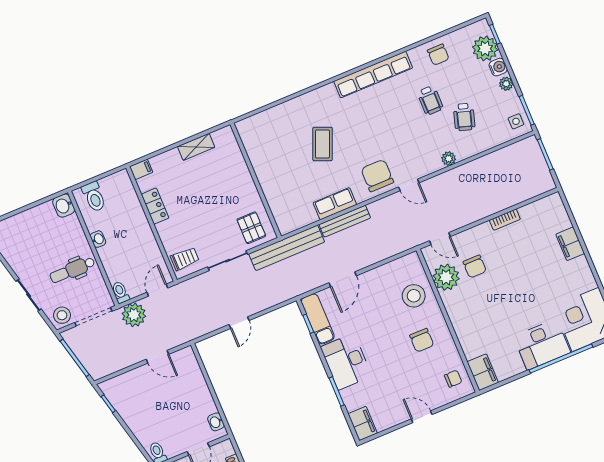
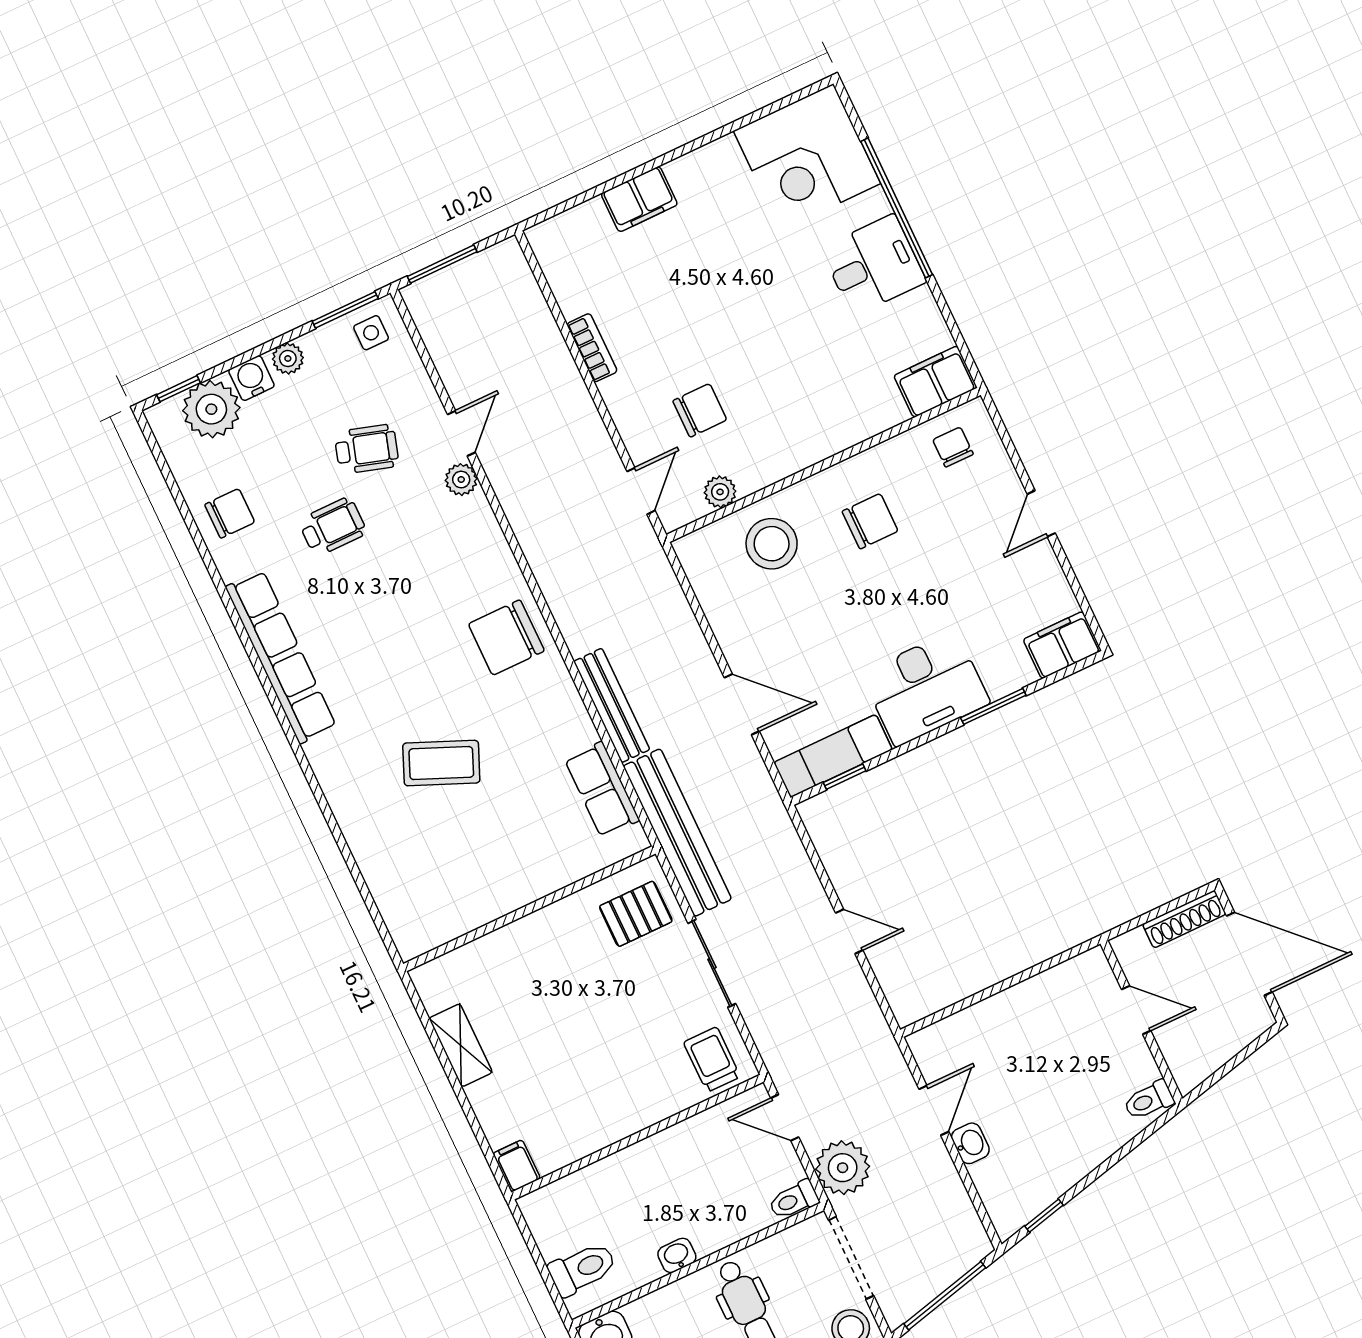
door: (409, 185) -> (461, 433), moved
row of seats: (335, 204) -> (602, 790), moved
locker: (155, 206) -> (597, 1131), removed
plant: (446, 277) -> (720, 492), width x0.53, depth x0.53
desk: (542, 344) -> (873, 265), width x0.73
washbasin: (216, 422) -> (970, 1143), moved, turned -90

